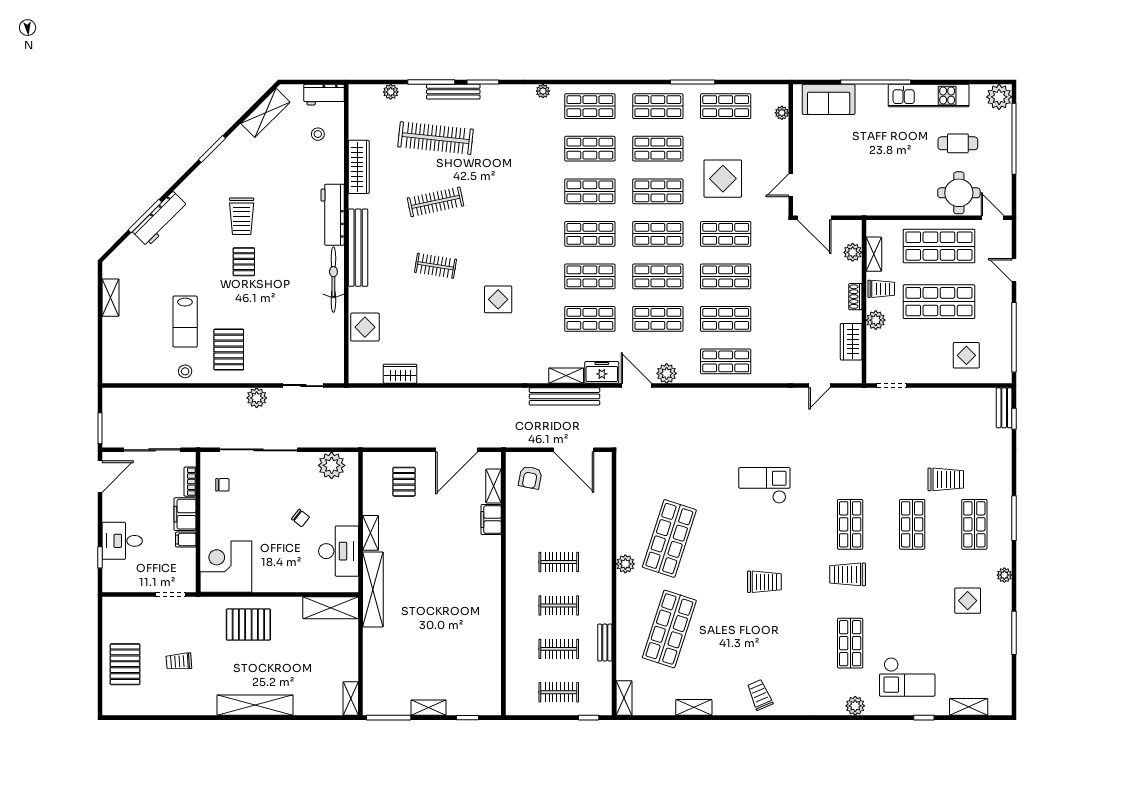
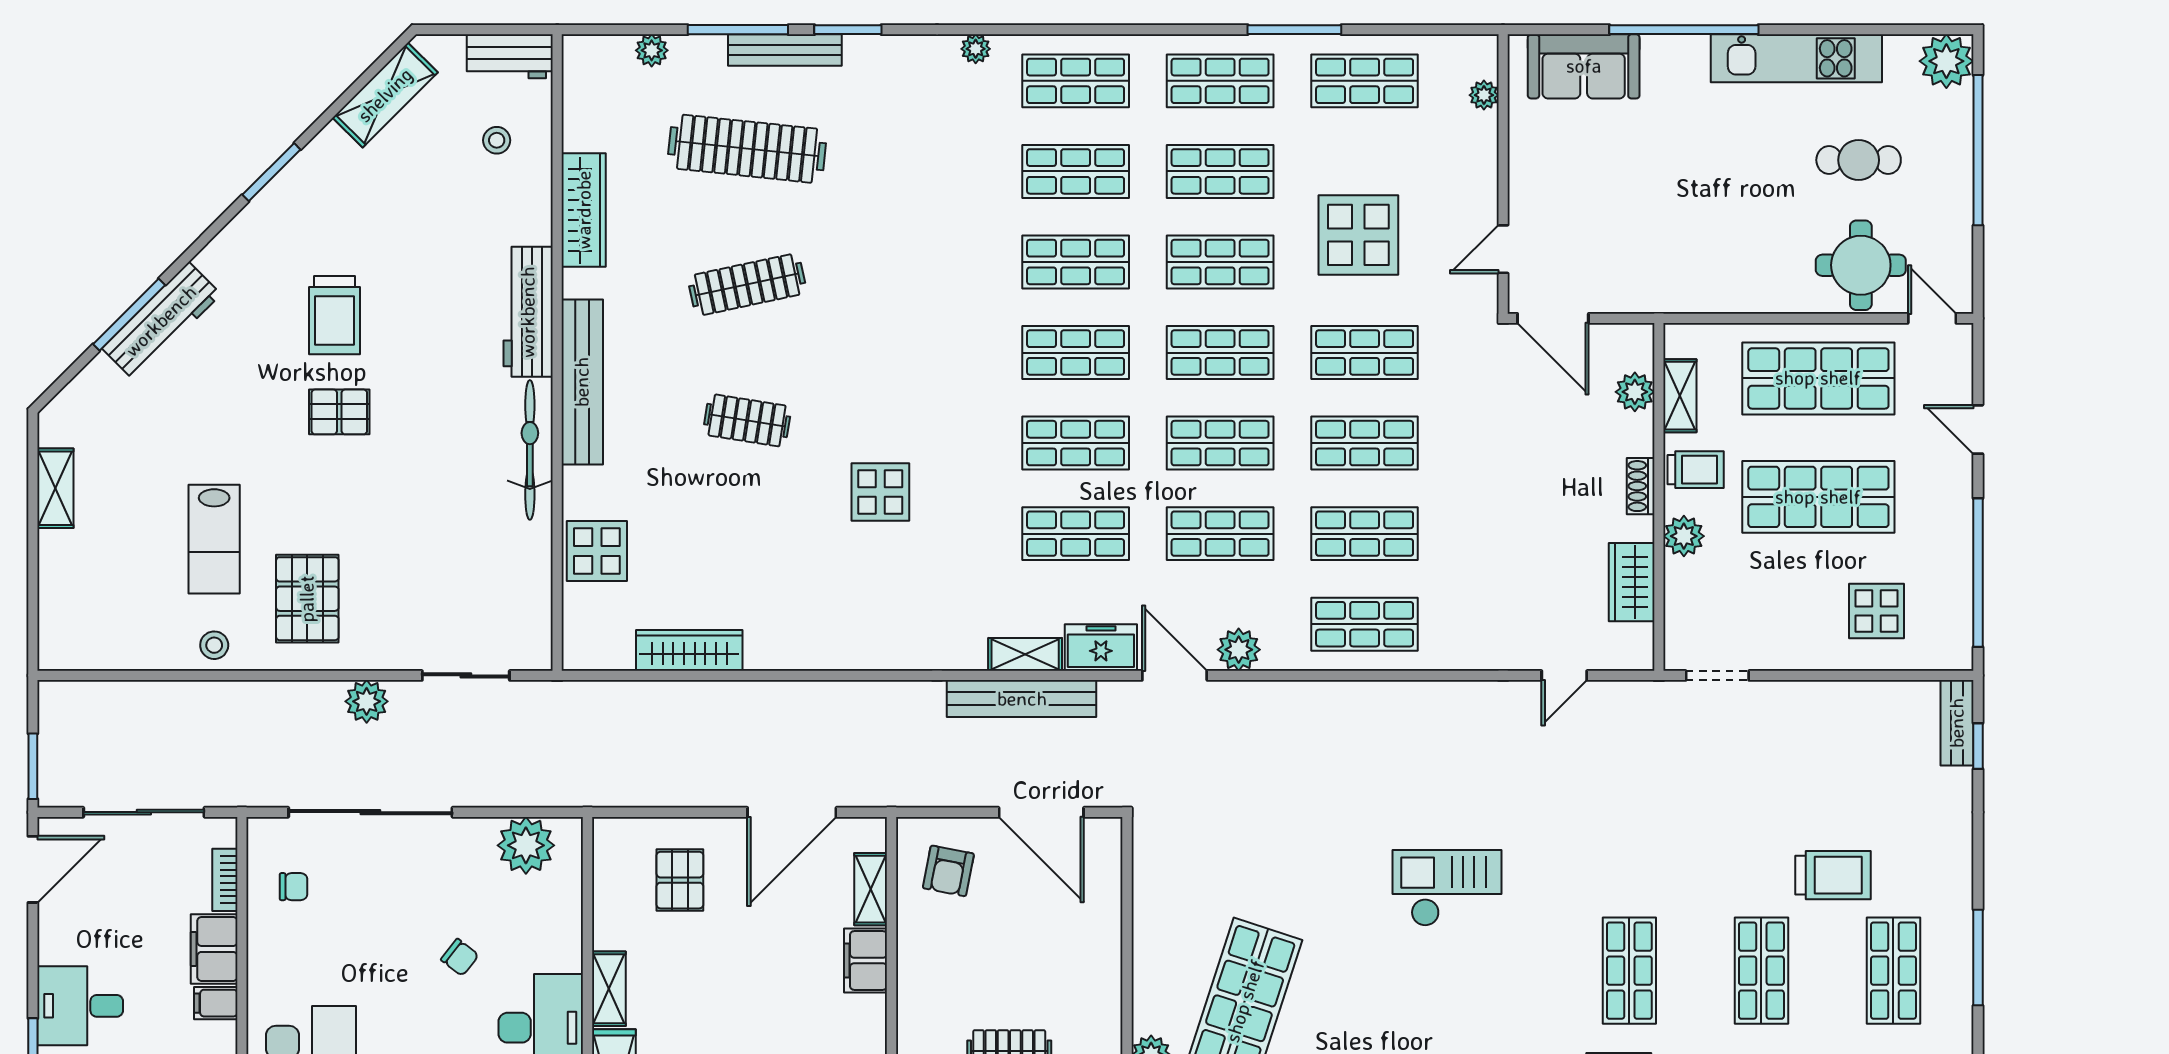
pallet: (244, 262) -> (339, 412), turned 90
wardrobe: (400, 374) -> (689, 650), width x1.50

